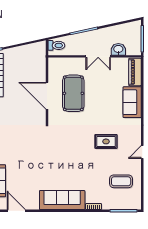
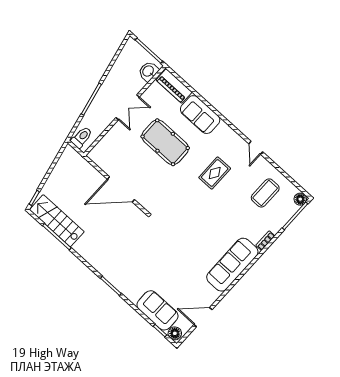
washbasin: (118, 49) -> (148, 71), moved
pool table: (73, 93) -> (165, 142), moved
floor lamp: (136, 205) -> (300, 199), added

